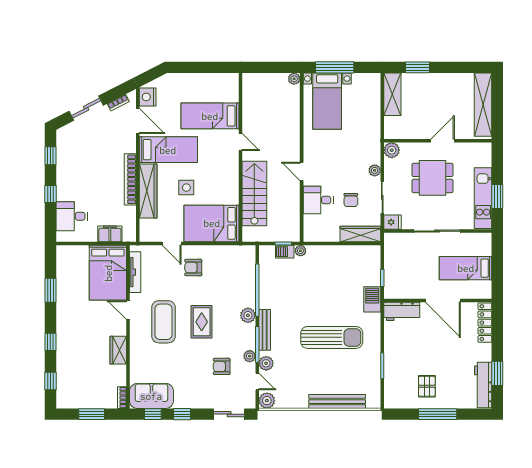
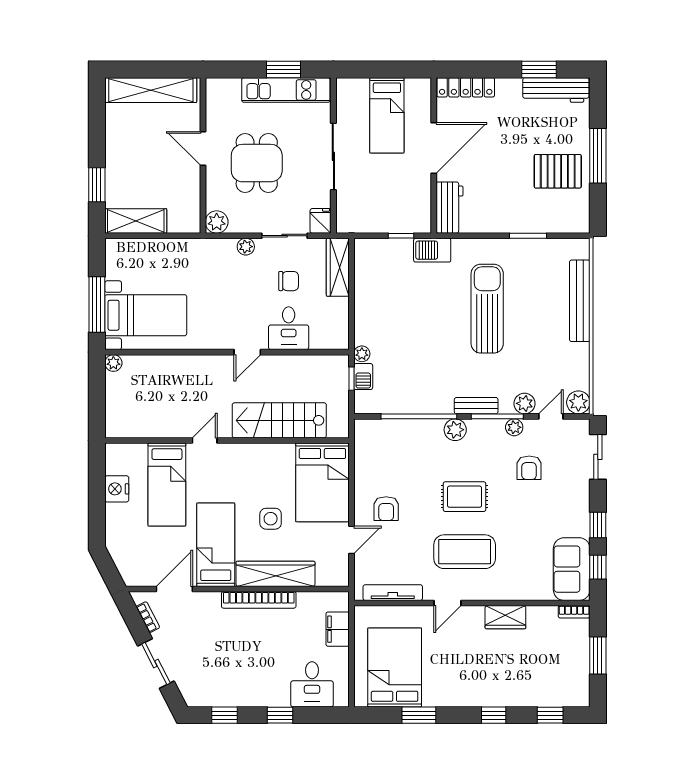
nightstand: (148, 97) -> (117, 489), moved, turned 90
bed: (108, 273) -> (395, 667), moved, turned -90
bench: (265, 330) -> (476, 406), width x0.73
pallet: (427, 386) -> (558, 171), width x1.50, depth x1.42

